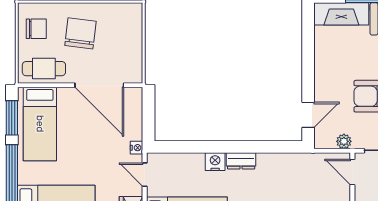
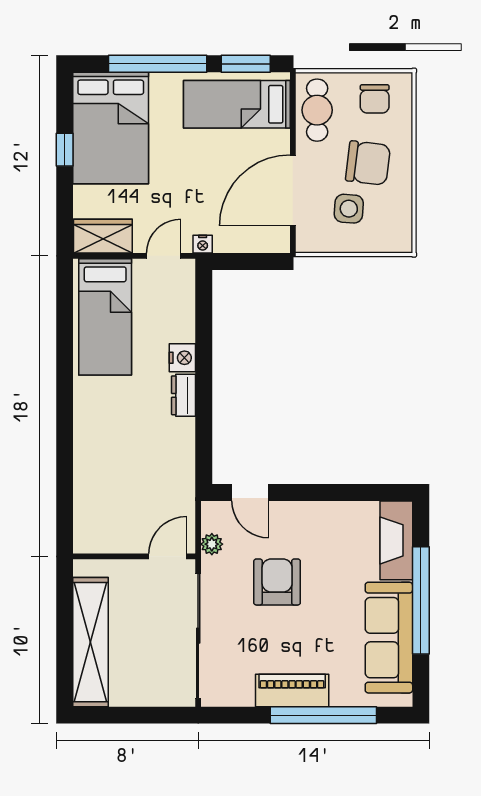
side table: (112, 47) -> (349, 209), added

